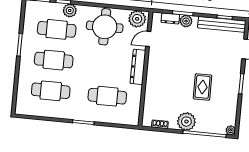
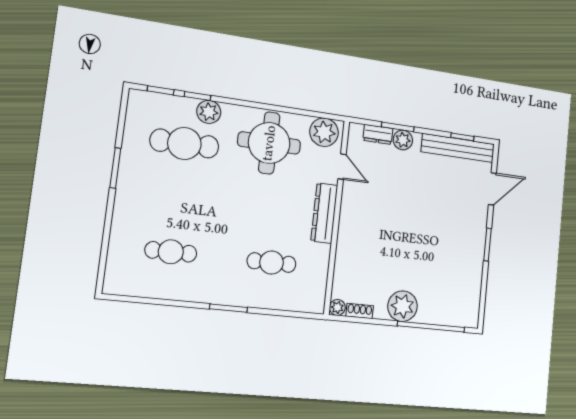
door: (148, 39) -> (342, 167), swing flipped
cafe table: (54, 60) -> (178, 197), removed
rug: (202, 87) -> (428, 249), removed
cafe table: (51, 91) -> (171, 252), width x0.73, depth x0.74
cafe table: (107, 96) -> (272, 263), width x0.73, depth x0.74
plant: (231, 130) -> (337, 307), moved

